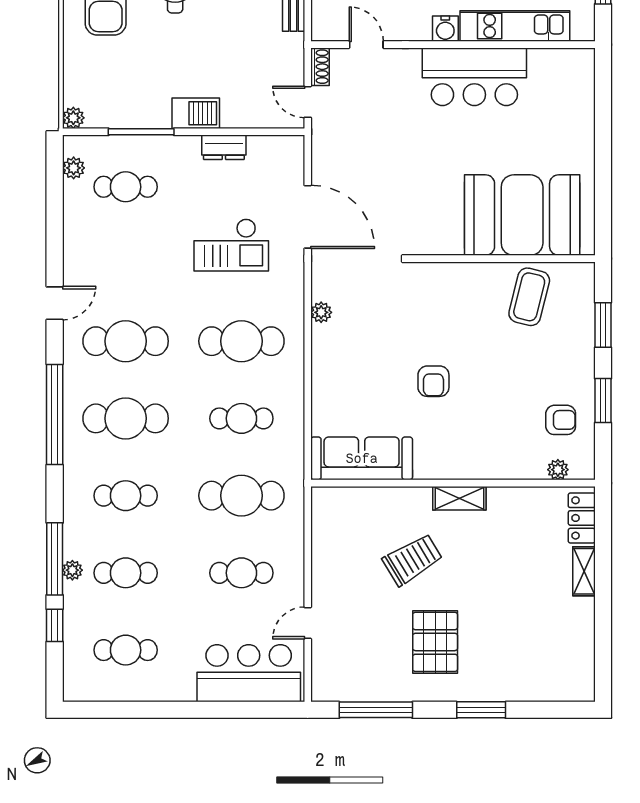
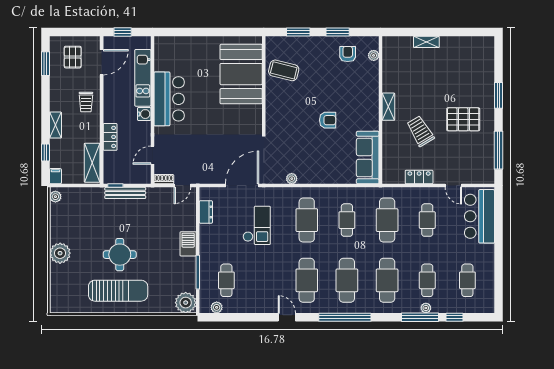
plant: (73, 118) -> (186, 303), width x1.88, depth x1.88
dresser: (224, 147) -> (206, 212), moved
cafe table: (126, 496) -> (387, 280), width x1.37, depth x1.35
locker: (582, 518) -> (419, 177), moved, turned 180

